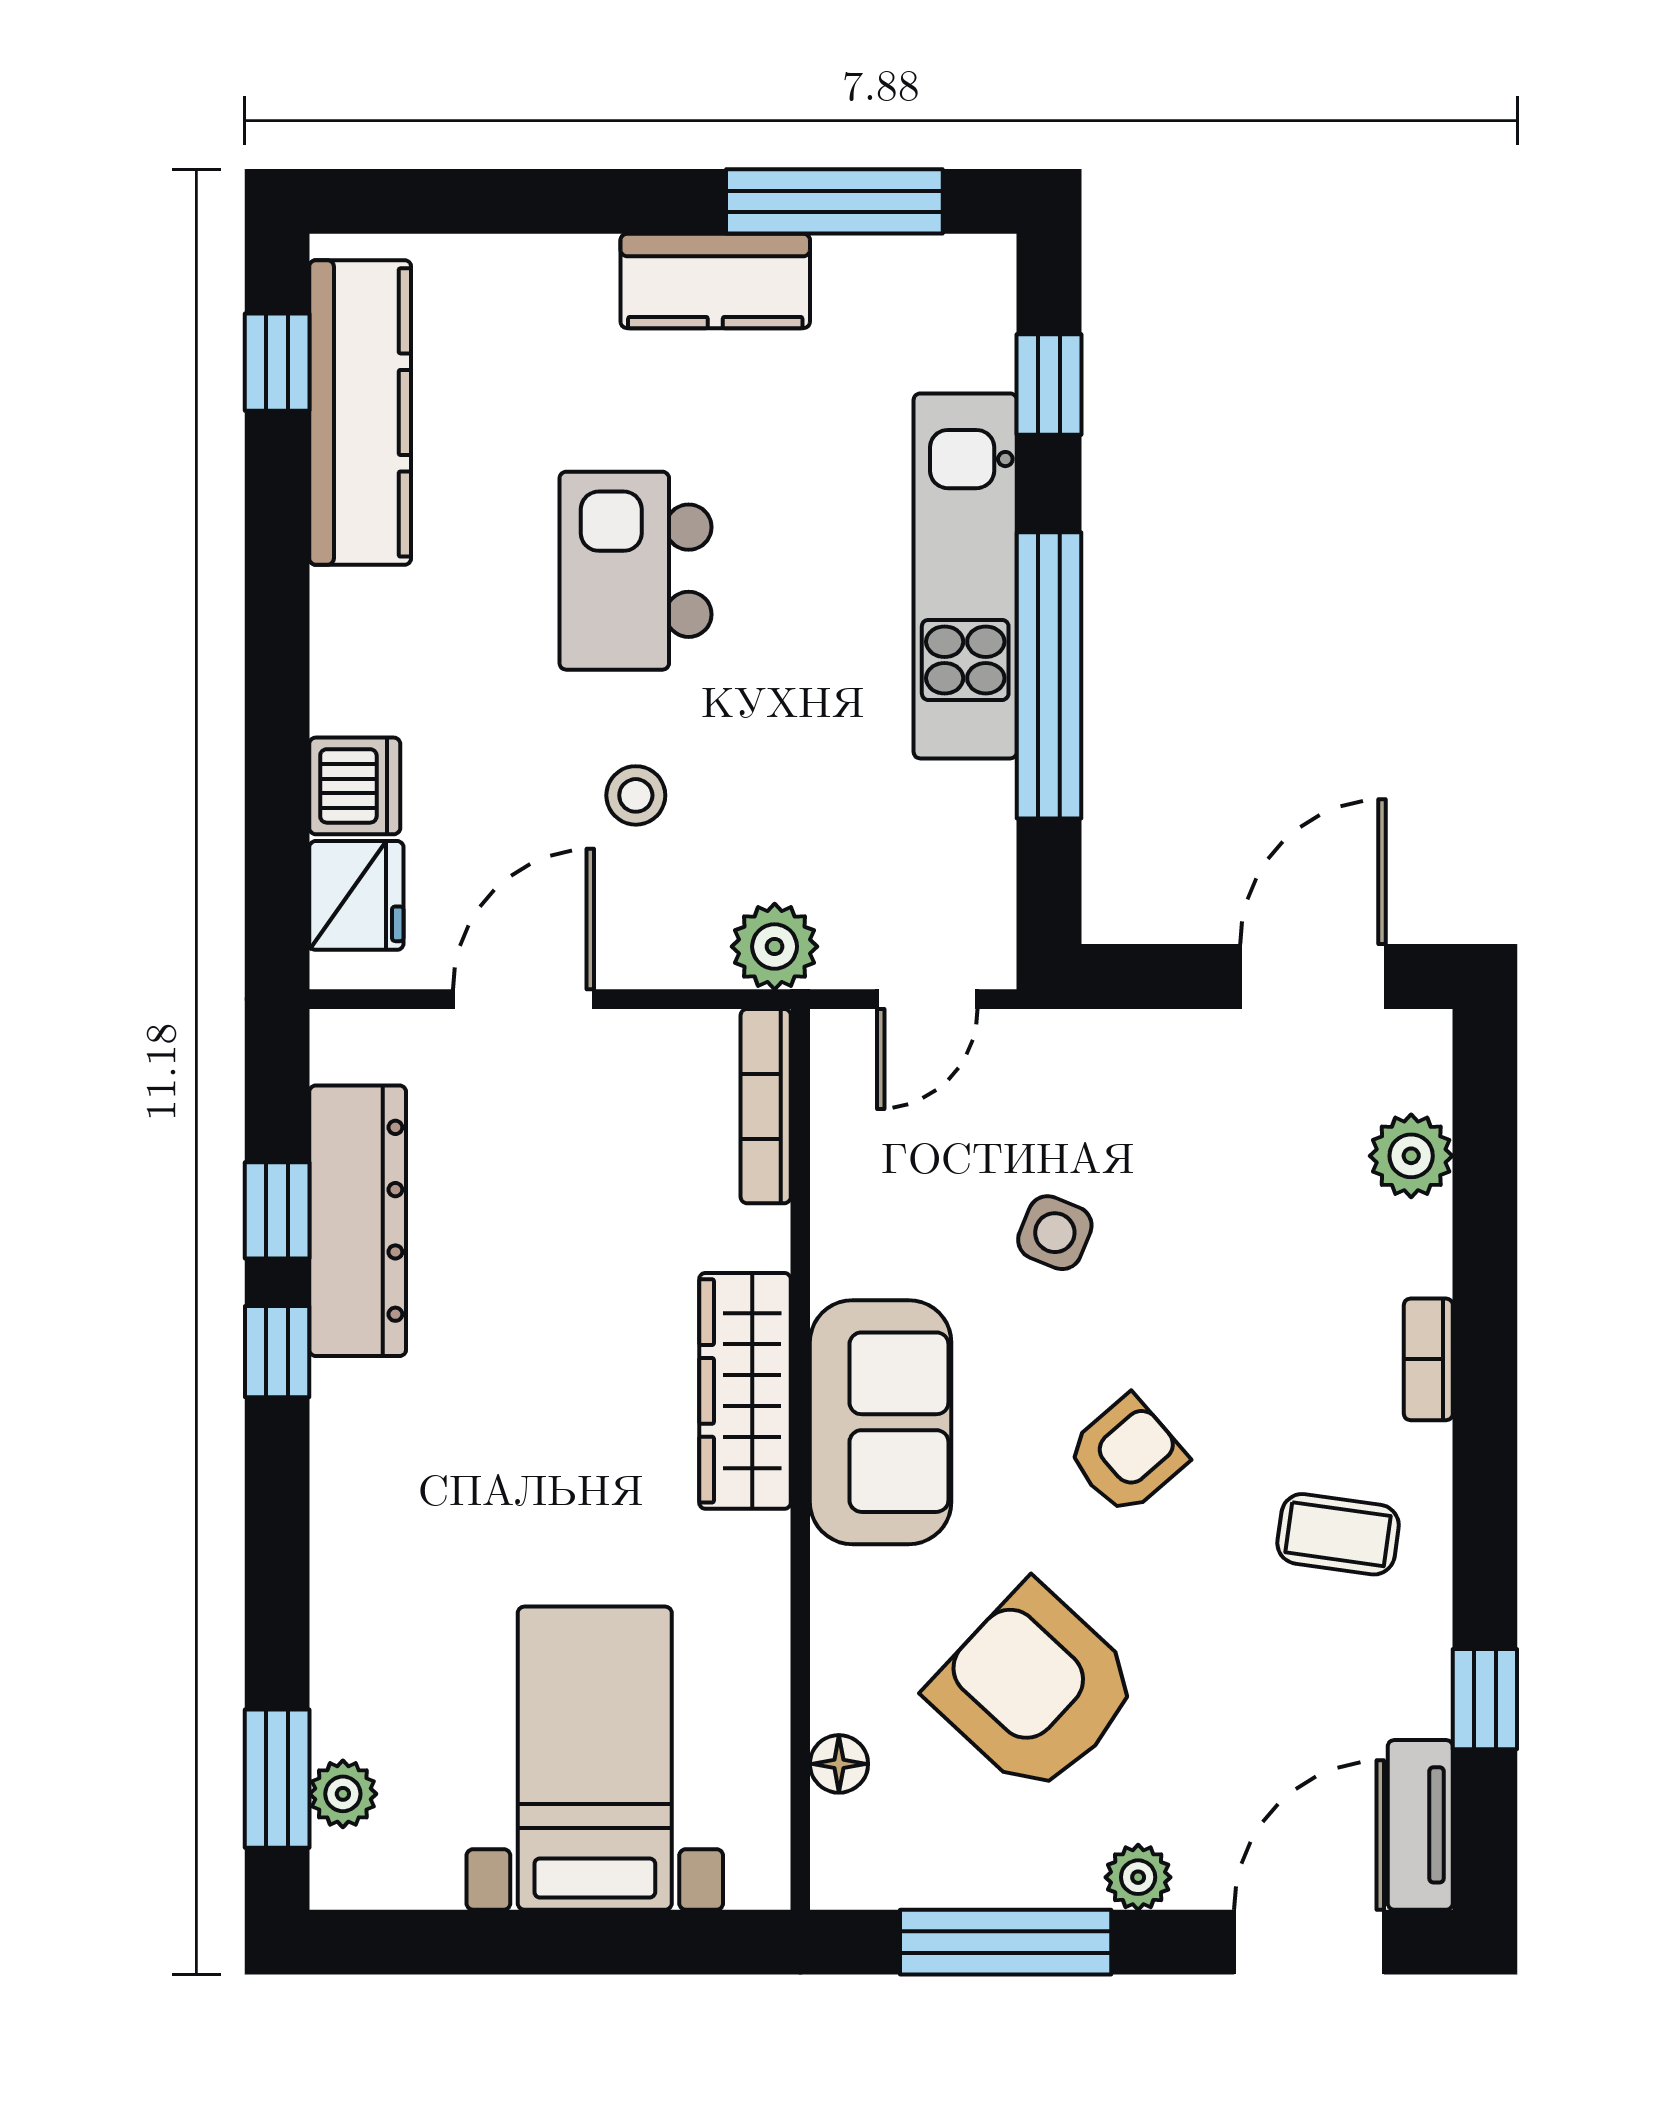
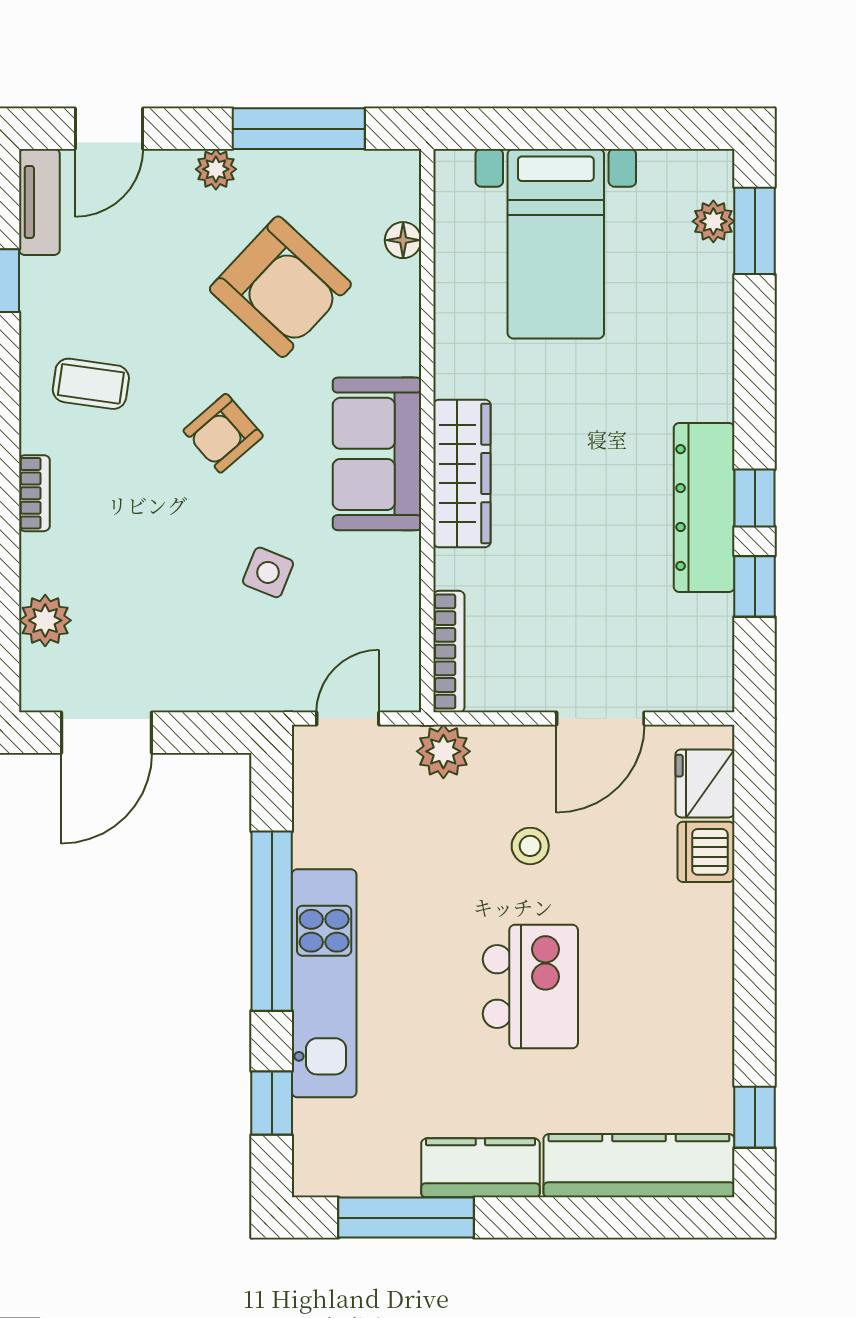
kitchen counter: (360, 412) -> (639, 1166), moved, turned 90
dresser: (358, 1221) -> (704, 508), moved
door: (1309, 1942) -> (109, 129), width x0.73

